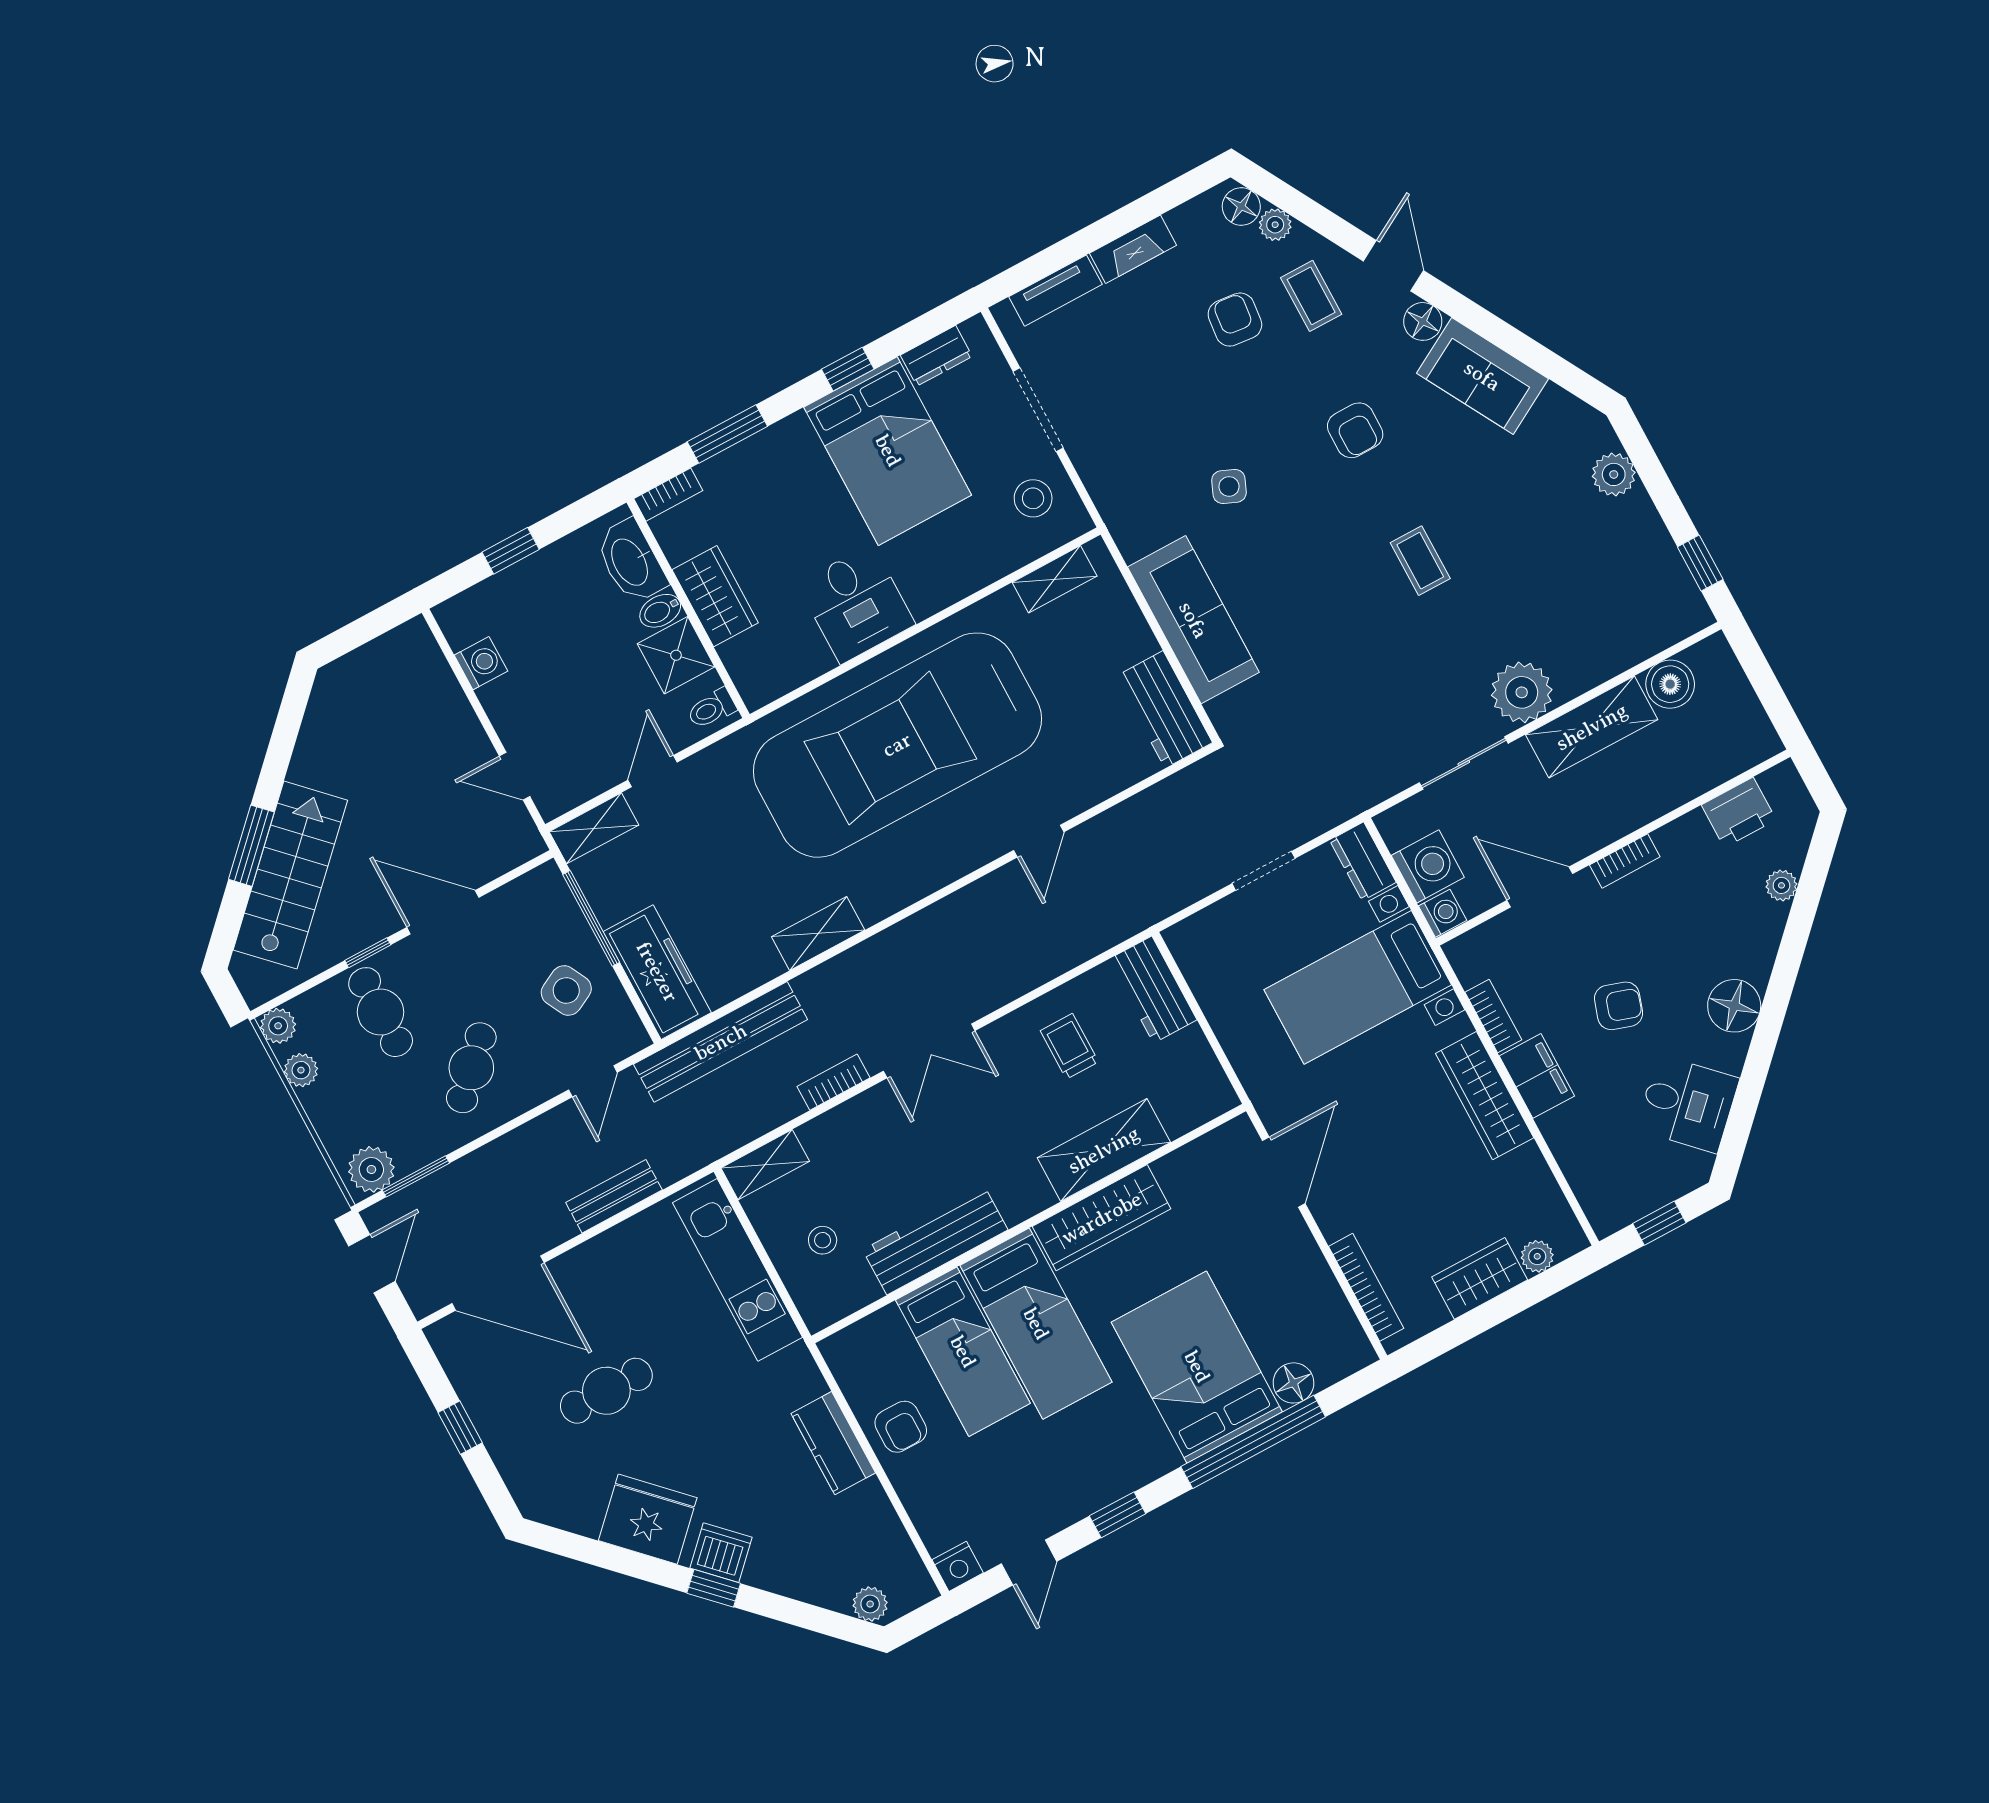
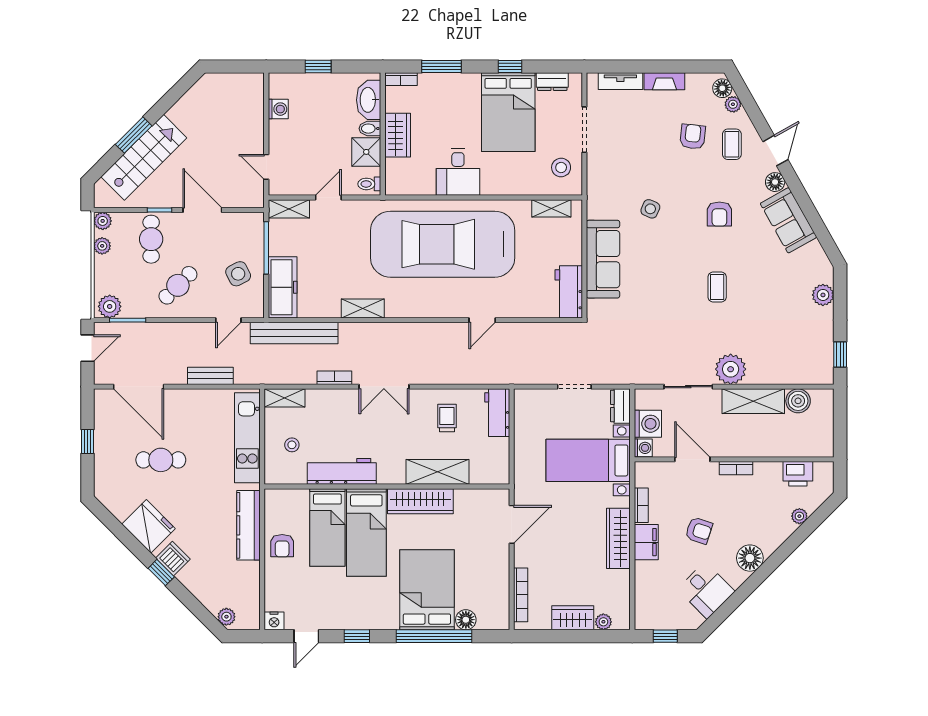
kitchen counter: (833, 1443) -> (248, 525), width x1.50

